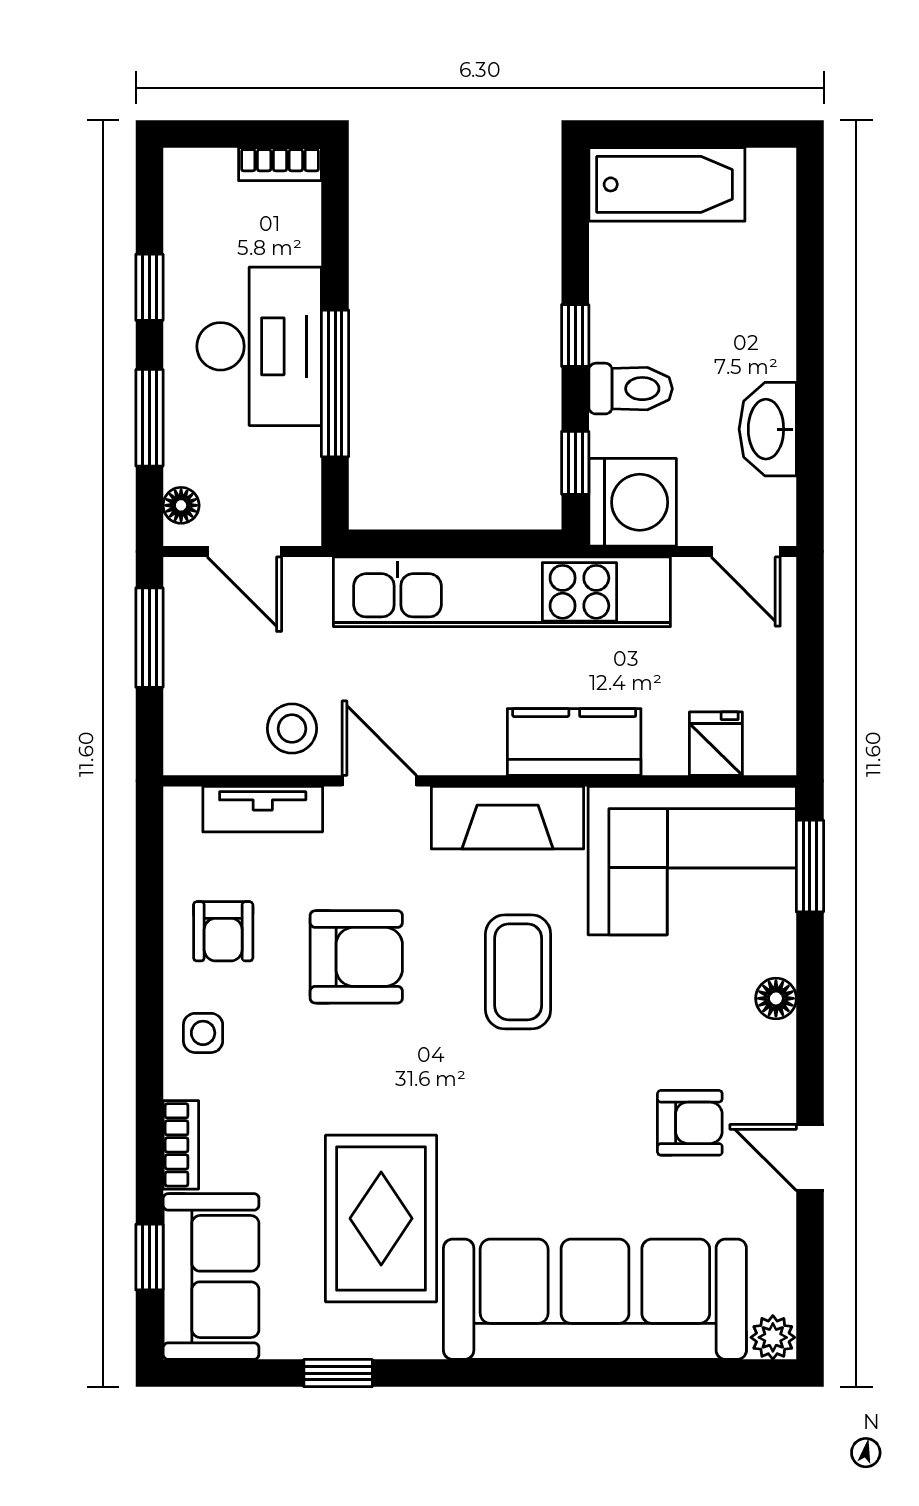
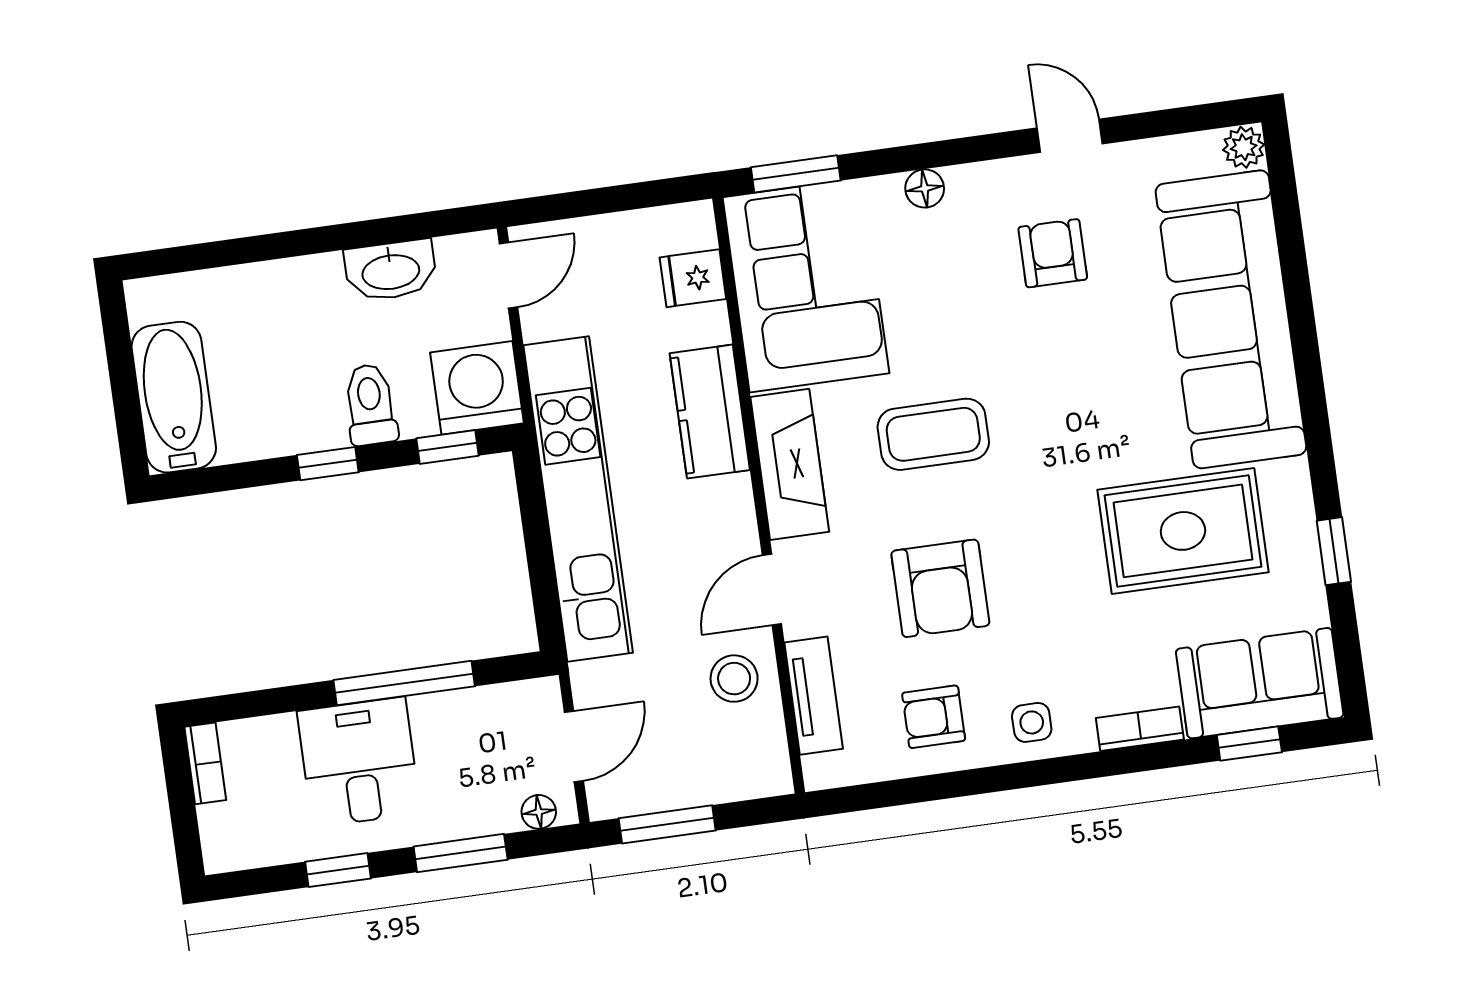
desk: (259, 346) -> (359, 762), width x0.73
armchair: (223, 931) -> (934, 717), turned 180
armchair: (356, 957) -> (940, 588), turned 180
door: (810, 1158) -> (1070, 136), swing flipped

